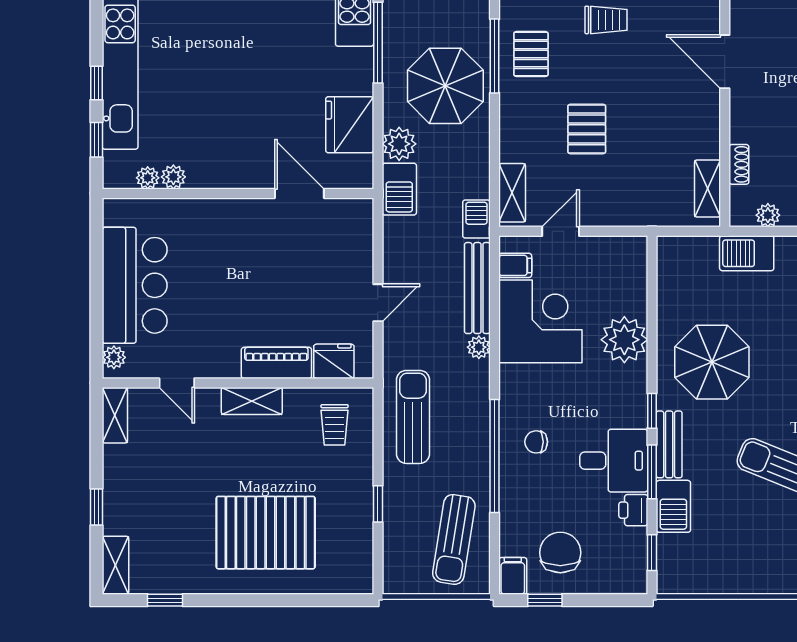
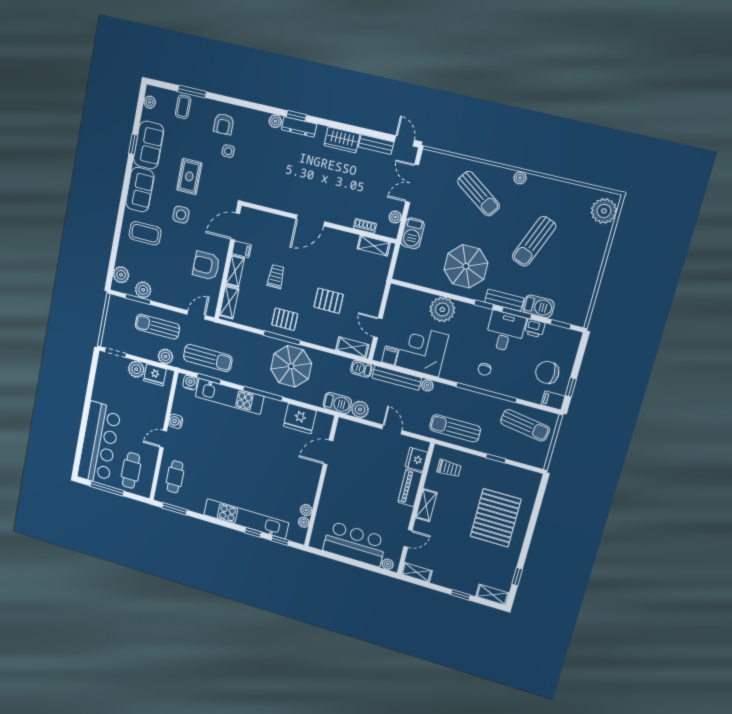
plant: (399, 144) -> (360, 409), moved

